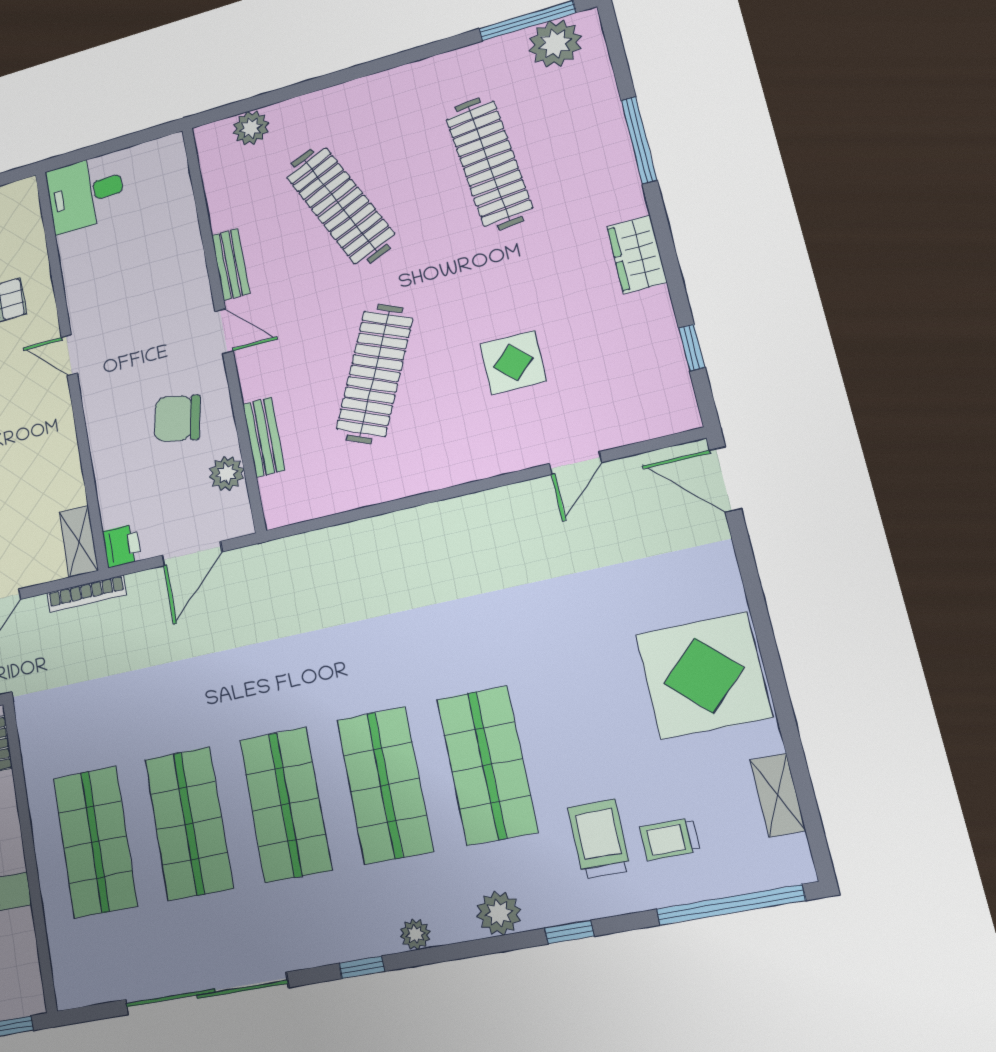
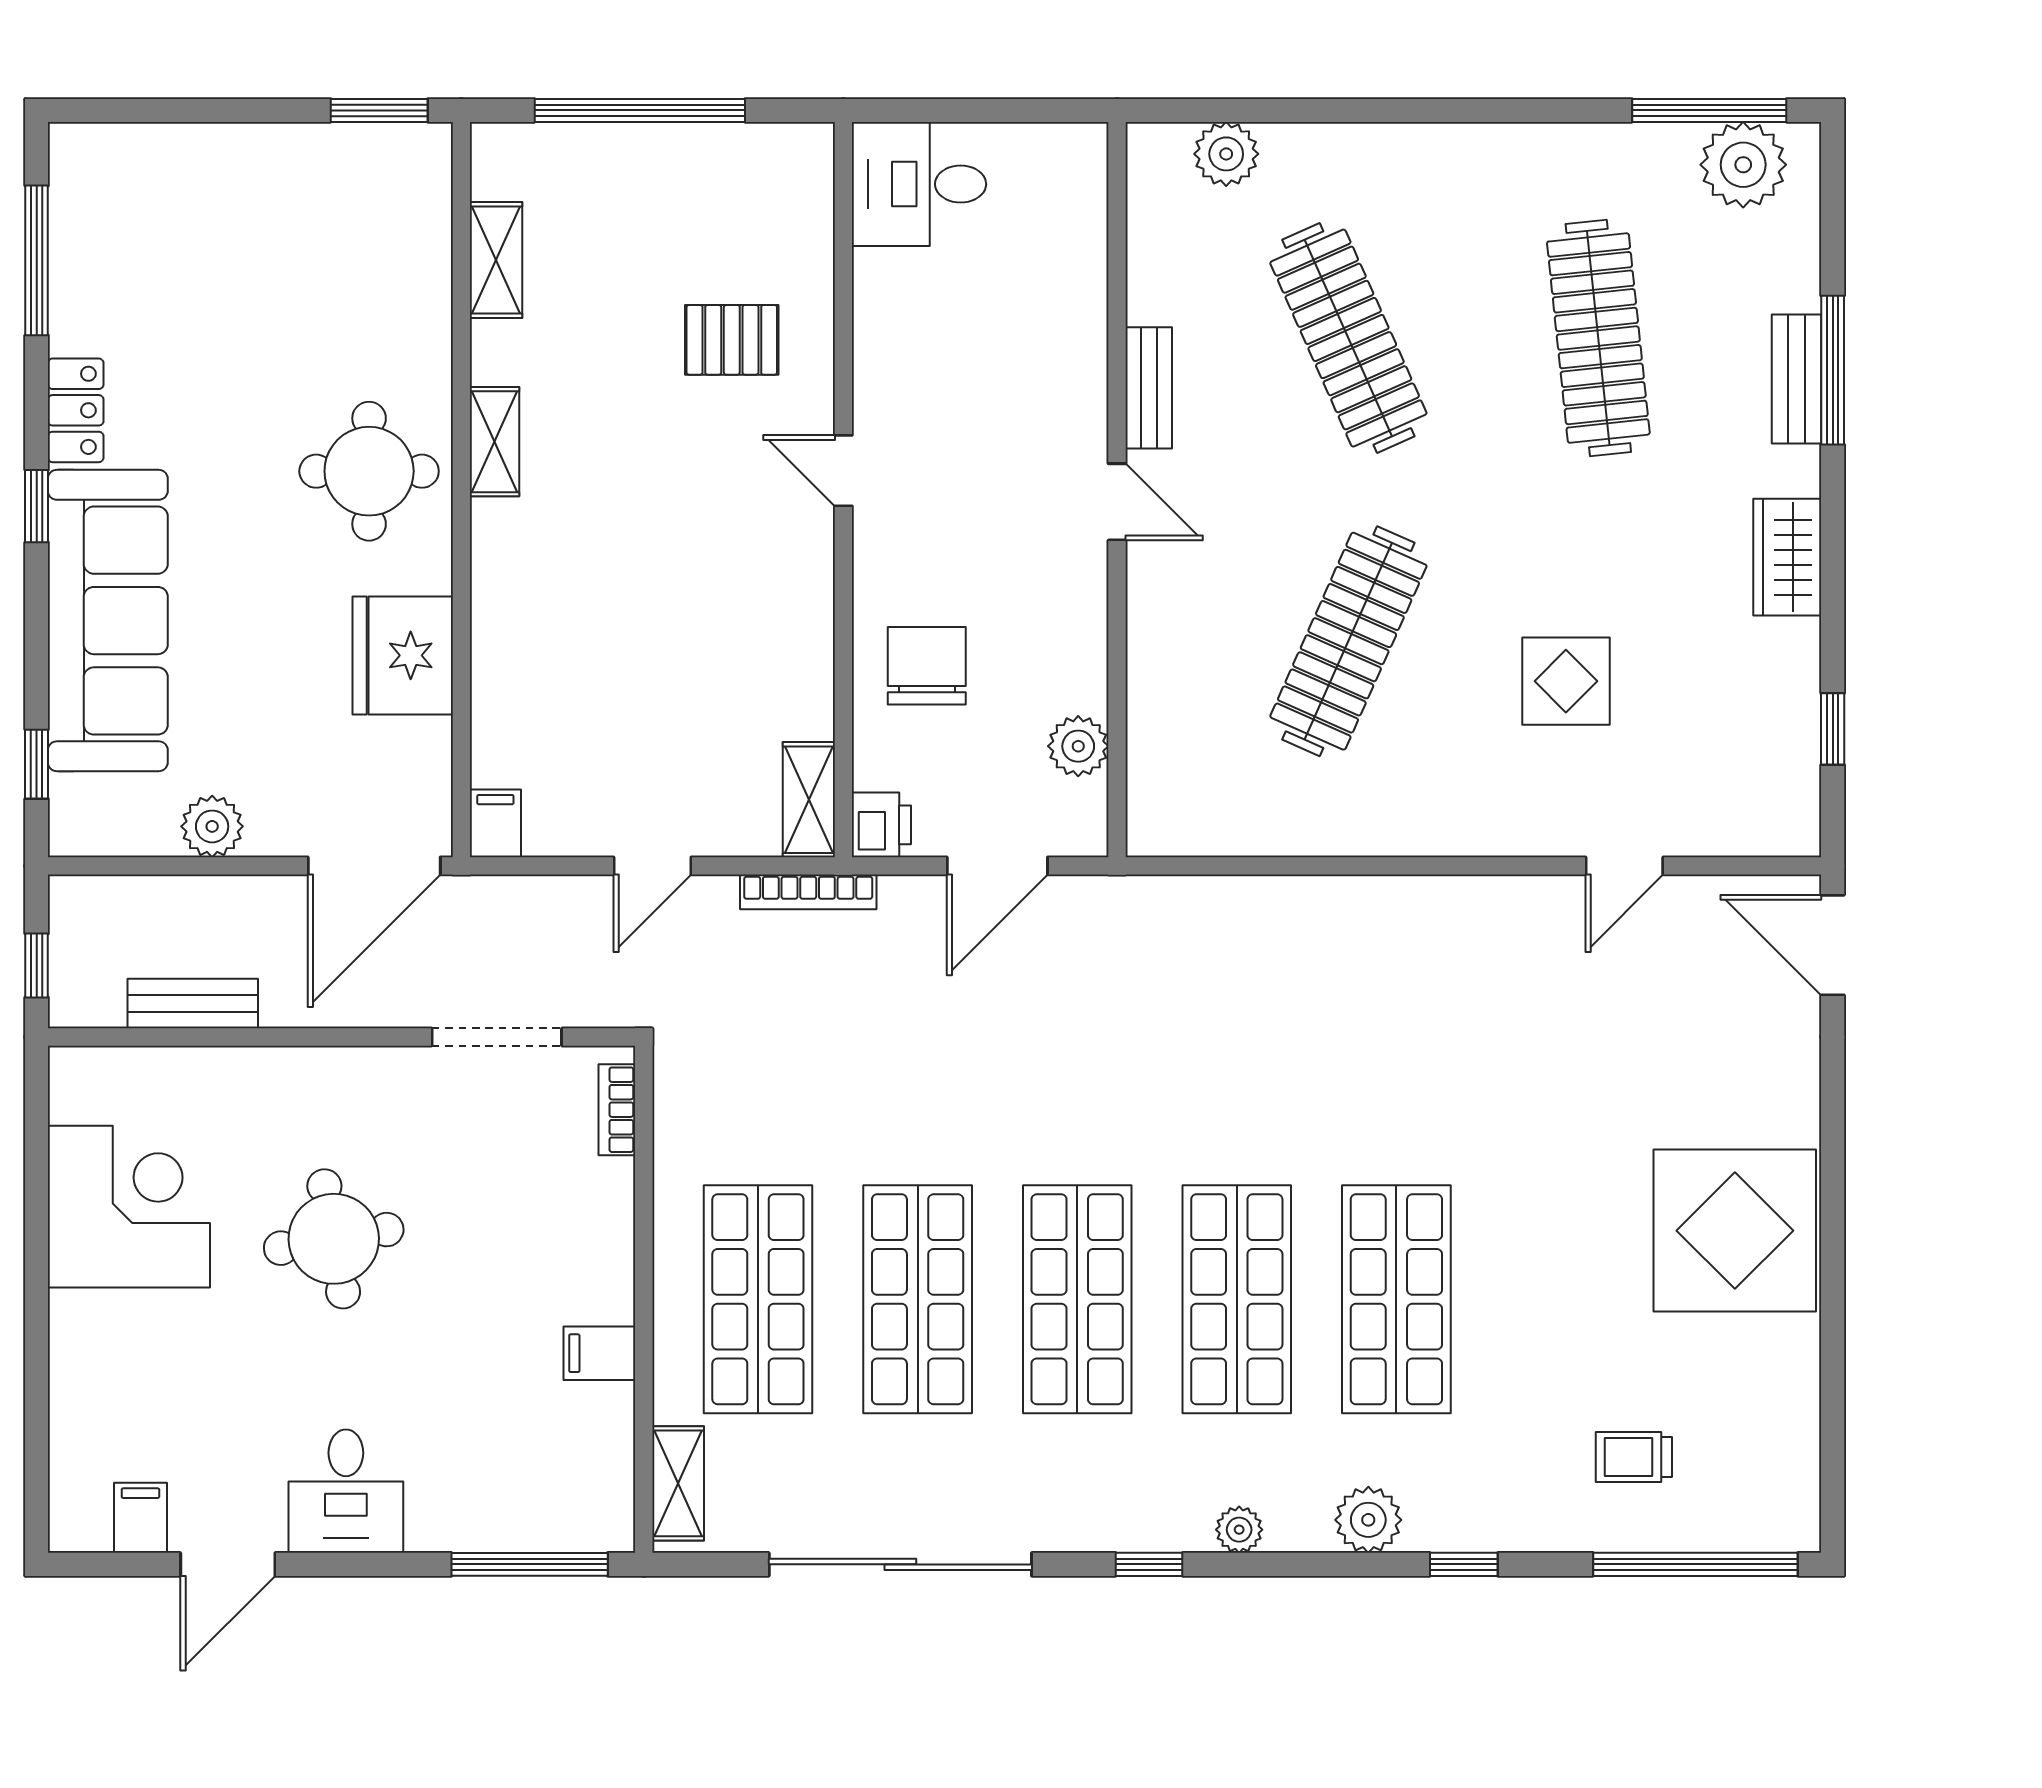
chair: (177, 418) -> (927, 666), moved, turned 79
bench: (264, 437) -> (1797, 379), moved
shelving: (778, 795) -> (678, 1483), moved
trolley: (599, 839) -> (1535, 1439), removed

